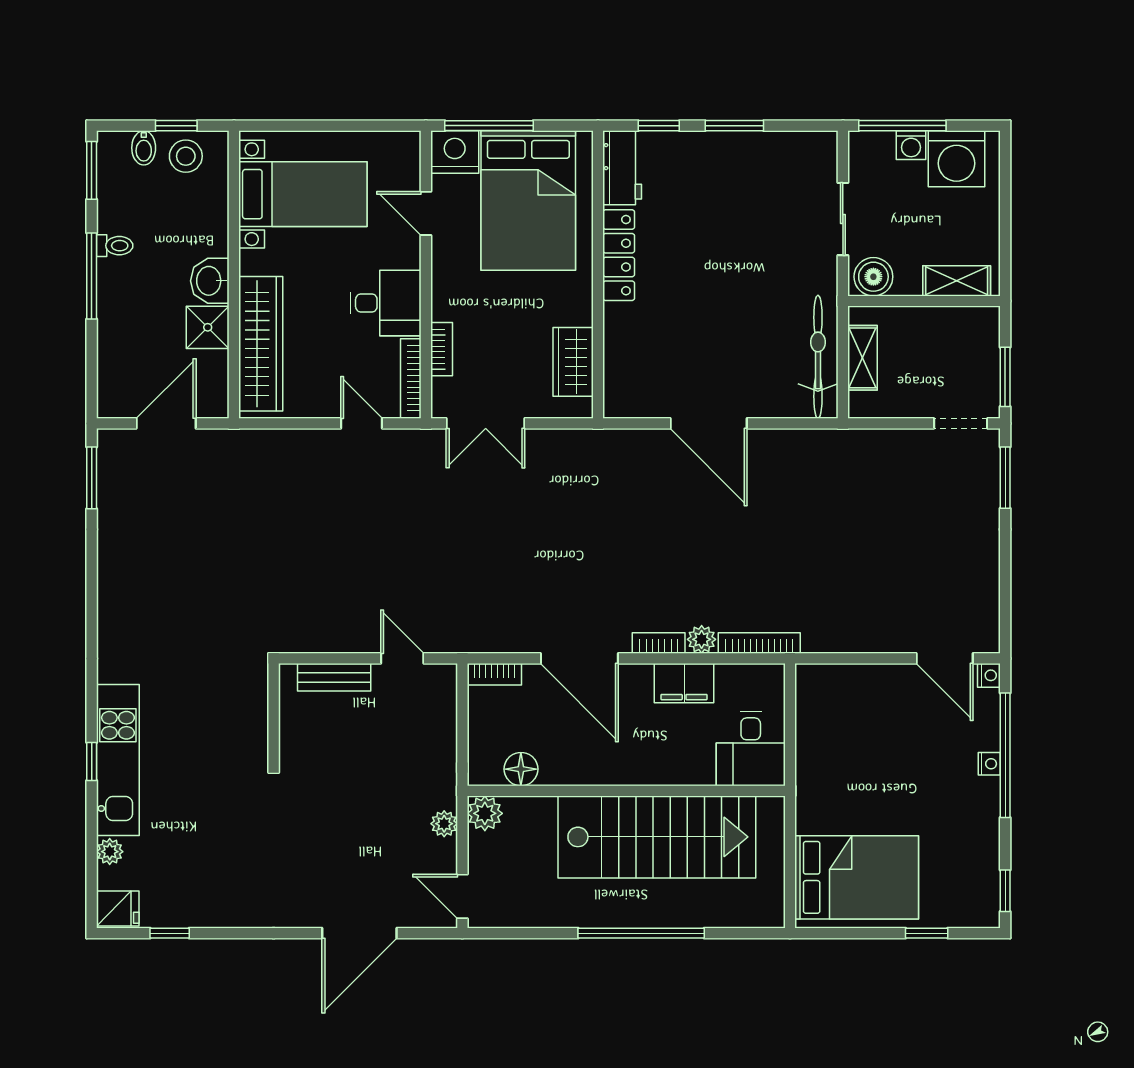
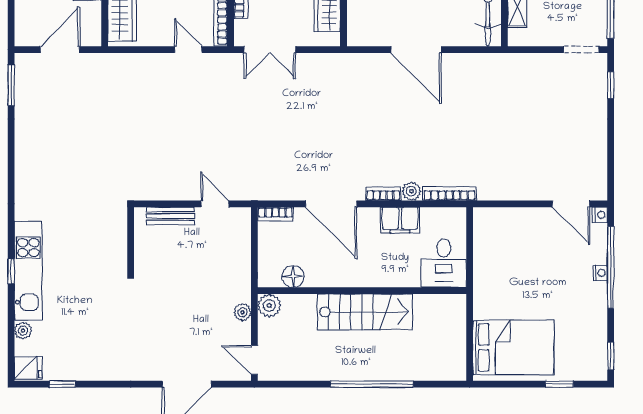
window: (1005, 478) -> (611, 85), width x0.67
stairs: (657, 837) -> (365, 312), width x0.73, depth x0.66

